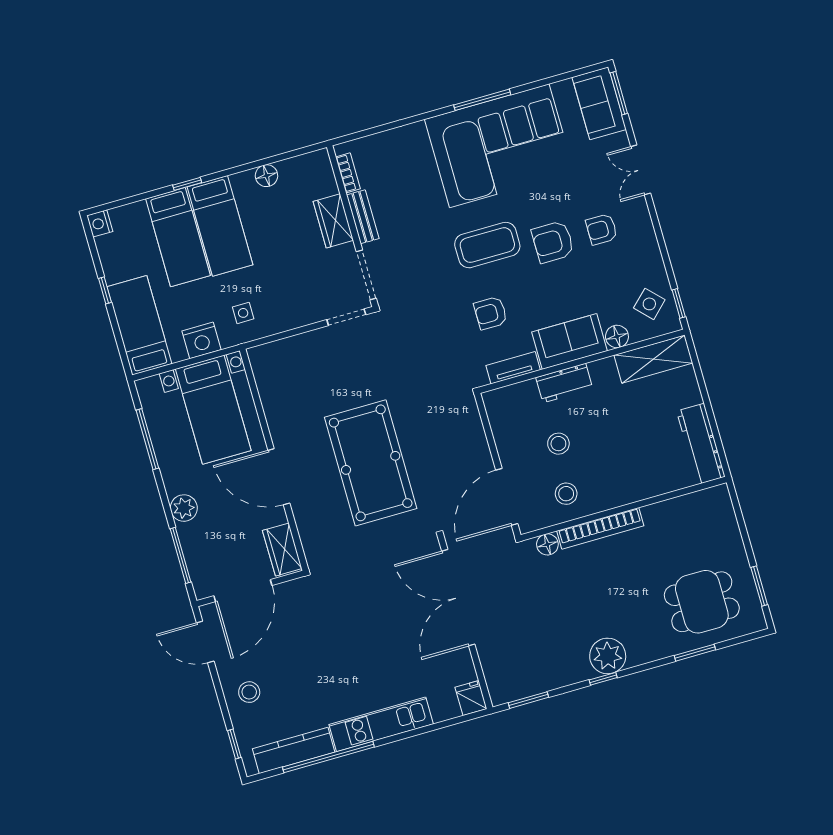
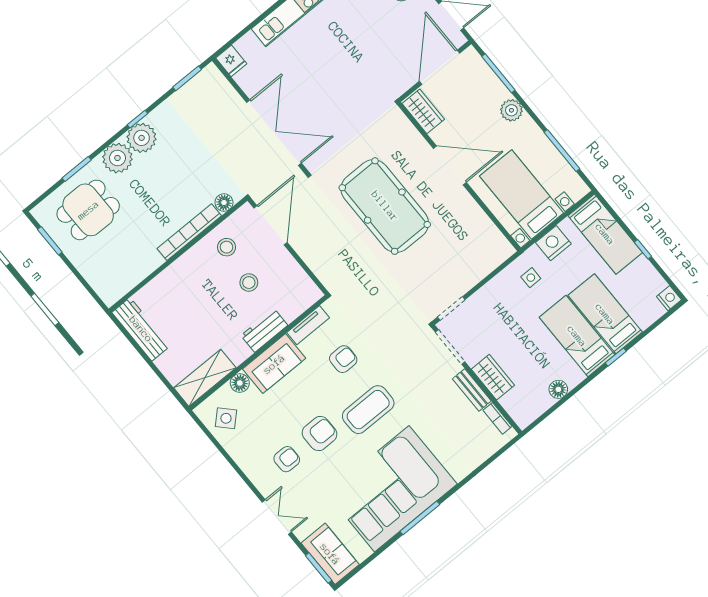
window: (679, 303) -> (204, 428), removed
plant: (644, 645) -> (117, 158), added

